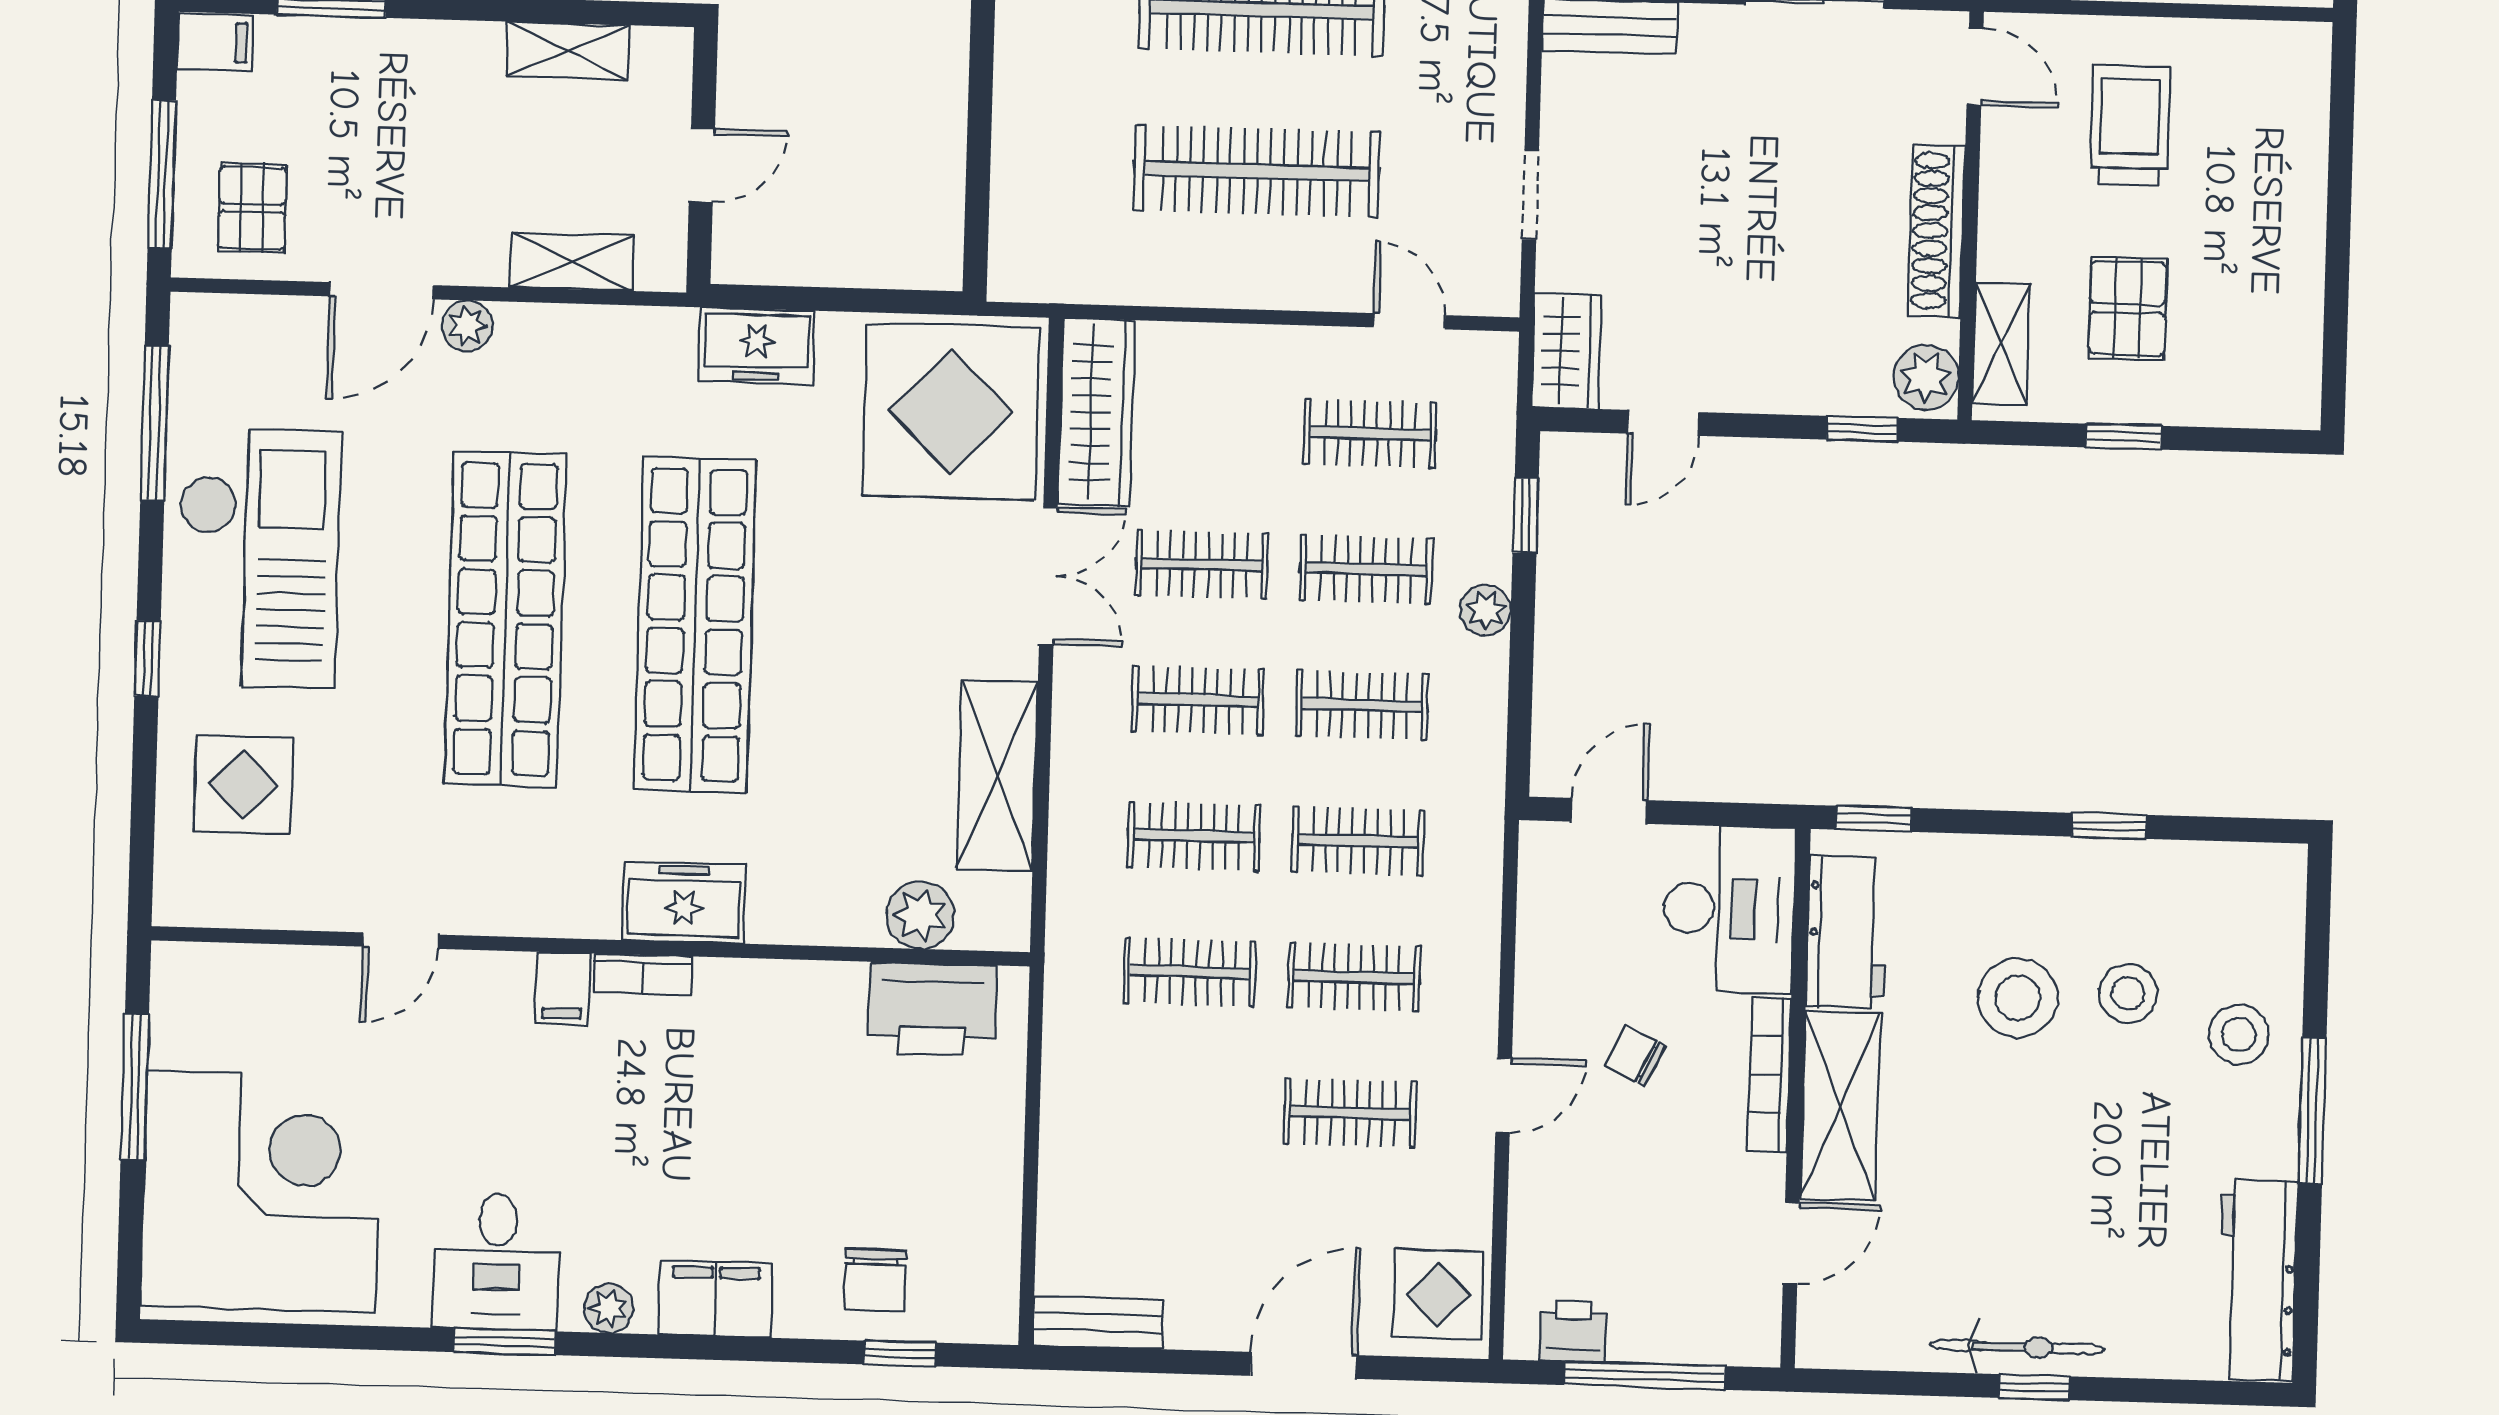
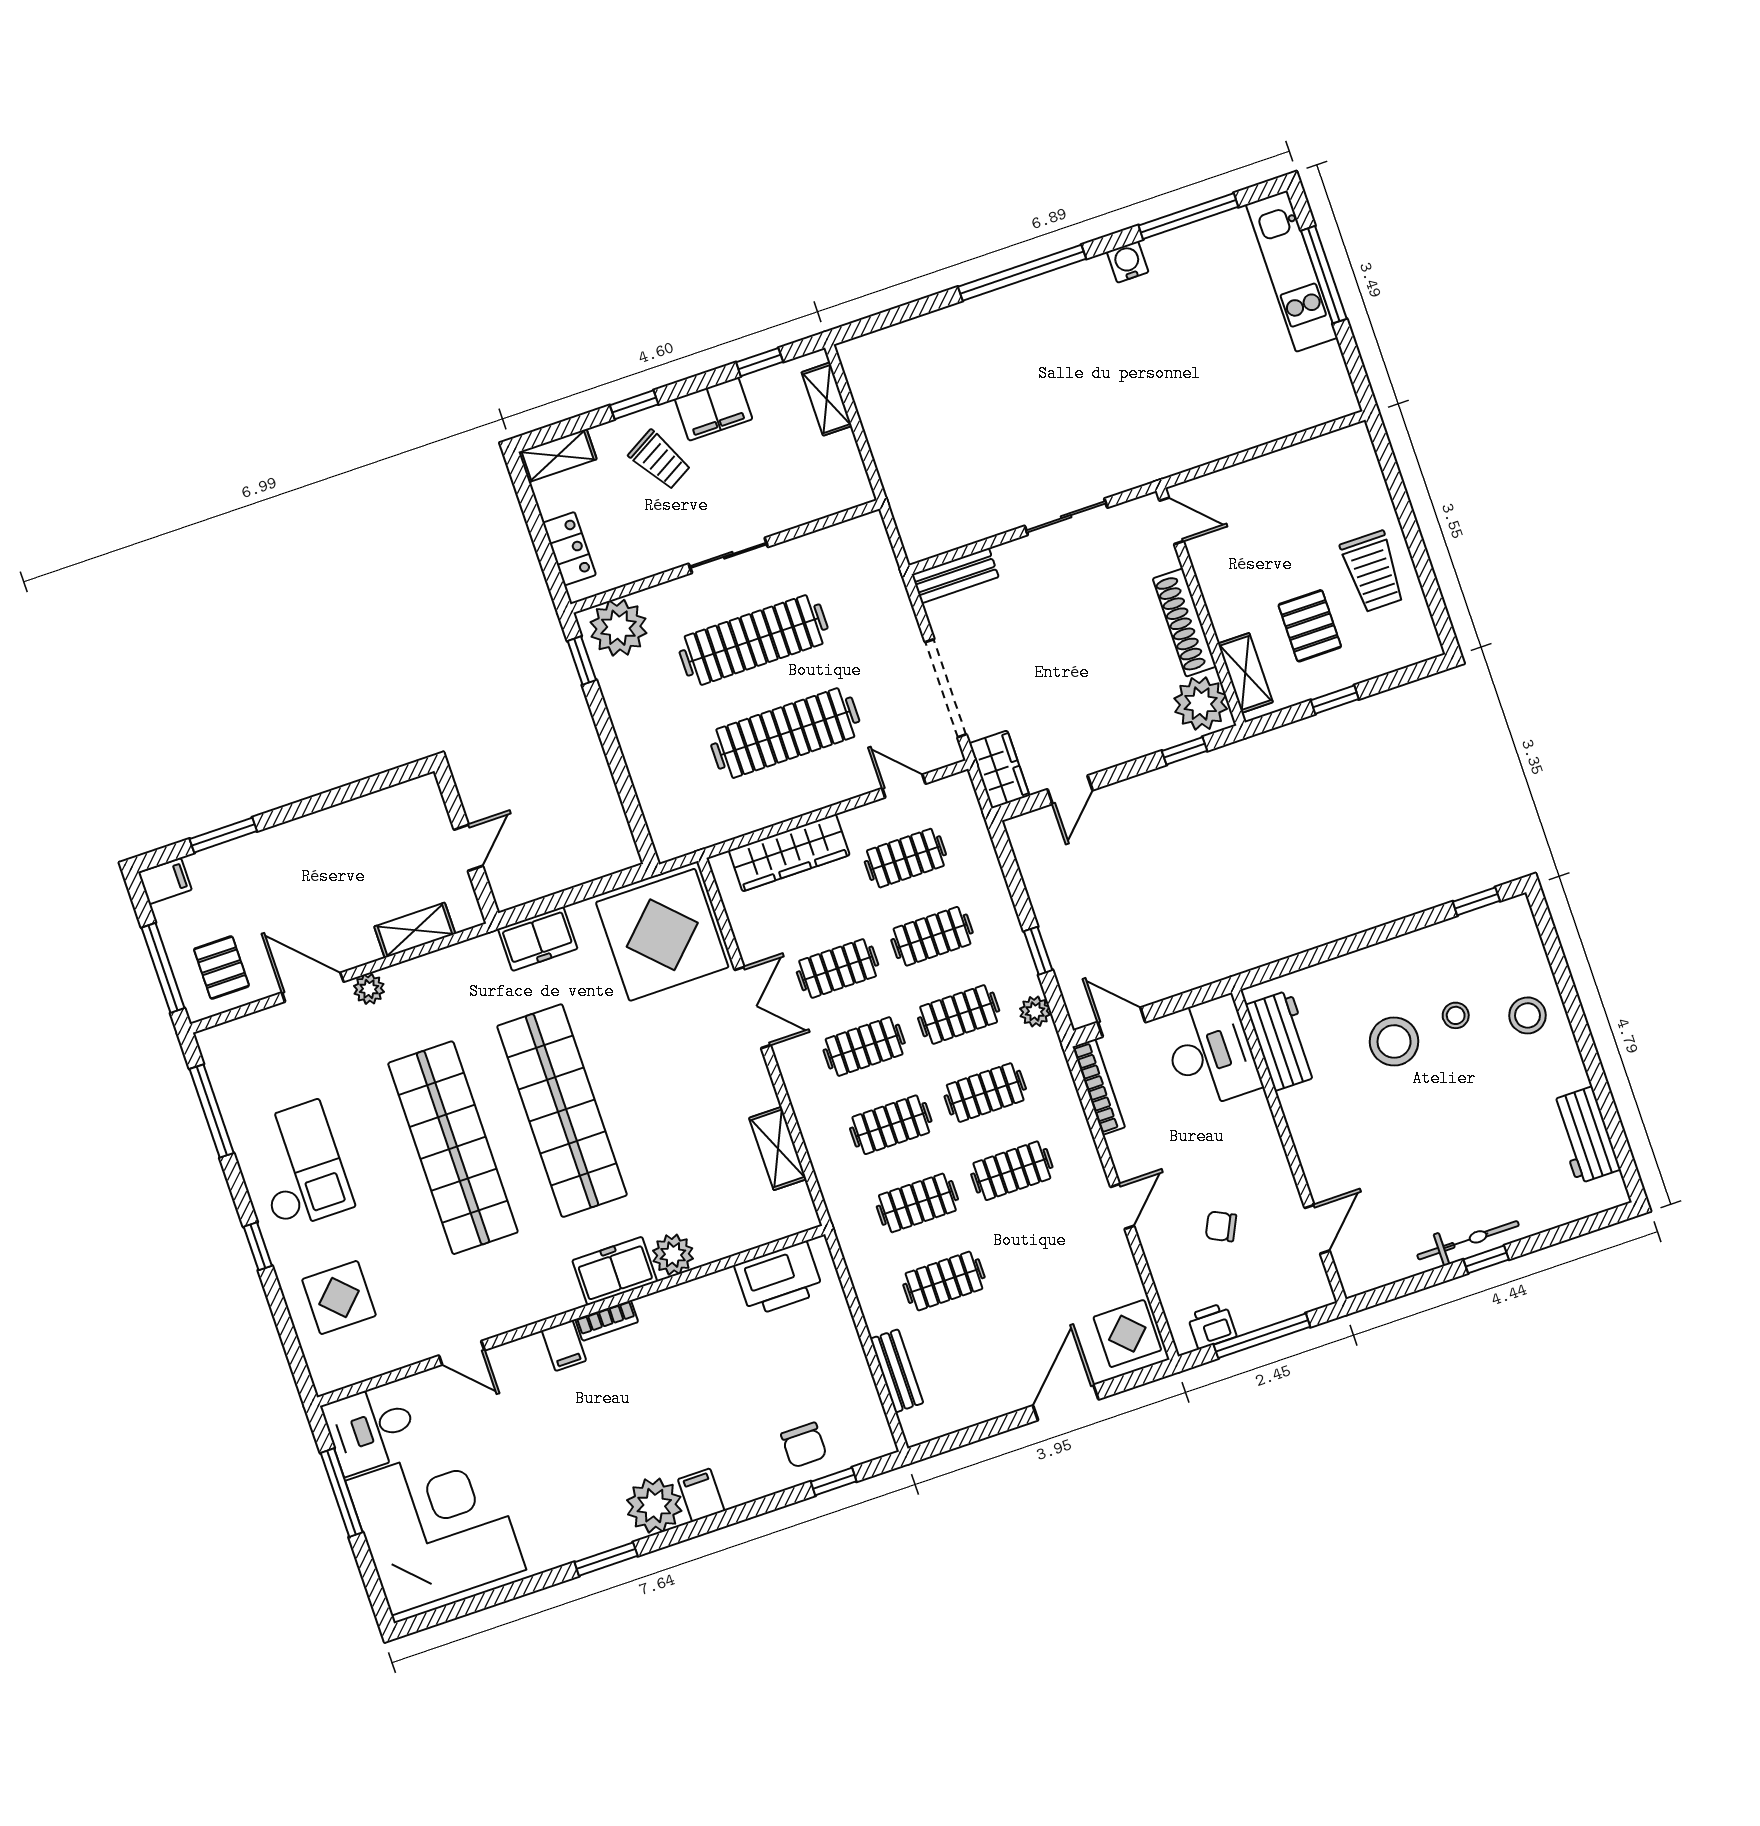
shelving: (568, 51) -> (367, 811), removed
trolley: (2130, 125) -> (1373, 571), moved, turned 180
doorway: (1530, 195) -> (946, 688), width x1.88
door: (382, 291) -> (313, 987), swing flipped
plant: (1926, 377) -> (1201, 704), width x1.36, depth x1.36
wardrobe: (1096, 412) -> (789, 853), moved, turned 90
window: (1526, 515) -> (1038, 951), moved
checkout: (258, 558) -> (299, 1165), width x0.73, depth x0.83
plant: (1486, 610) -> (1035, 1012), moved
shelving: (997, 776) -> (778, 1148), width x0.67, depth x0.75
door: (1609, 811) -> (1122, 1022), hinge flipped
window: (1874, 819) -> (1274, 970), removed
window: (2109, 826) -> (1476, 901), moved
plant: (920, 915) -> (673, 1255), moved
door: (400, 941) -> (462, 1353), hinge flipped
stool: (2128, 993) -> (1456, 1015), width x0.73, depth x0.73
chair: (1635, 1056) -> (1221, 1226), moved
bookcase: (1769, 1075) -> (1099, 1087), moved, turned 180
shelving: (1840, 1106) -> (1316, 1141), removed
window: (2312, 1111) -> (1585, 1043), removed
clothes rail: (1350, 1113) -> (944, 1281), moved
desk: (497, 1262) -> (371, 1429), moved, turned 90
workbench: (2258, 1280) -> (1585, 1135), width x0.73
filing cabinet: (716, 1299) -> (701, 1495), width x0.50
plant: (609, 1308) -> (654, 1506), width x1.88, depth x1.88
bench: (1098, 1323) -> (897, 1371), moved, turned 90

